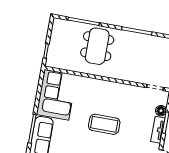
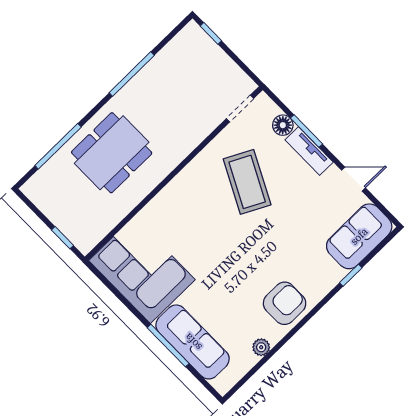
dining table: (97, 46) -> (112, 153), turned 90
coffee table: (104, 124) -> (247, 182), moved, turned -63

